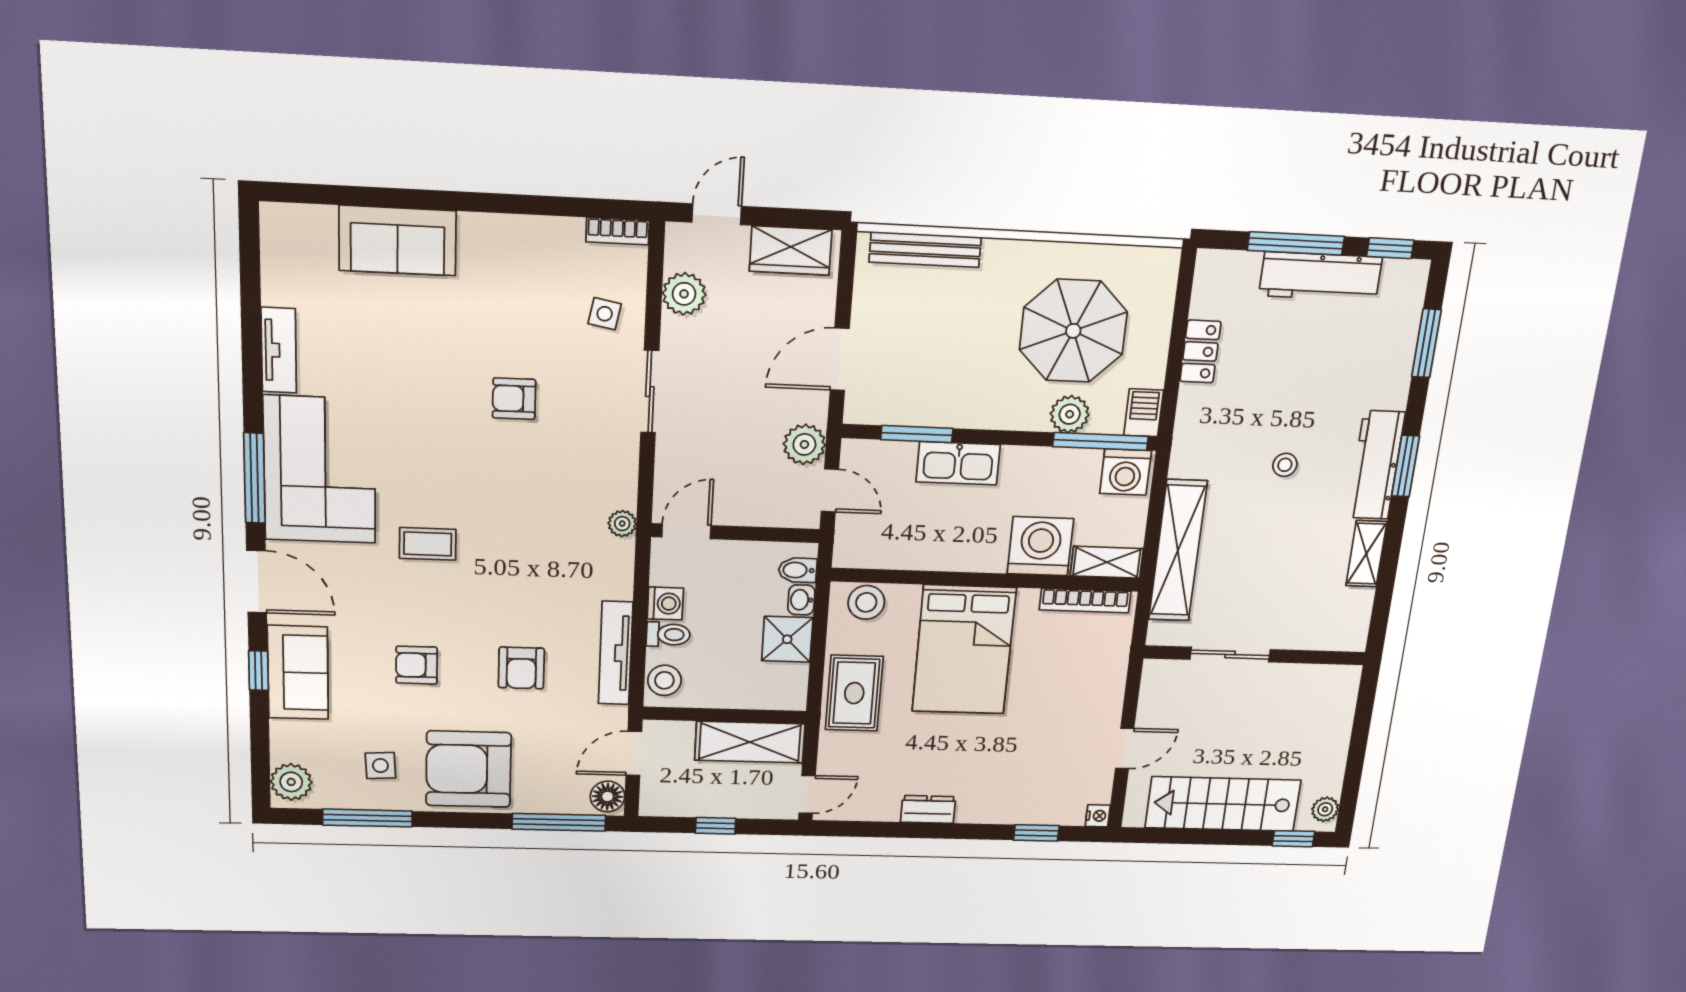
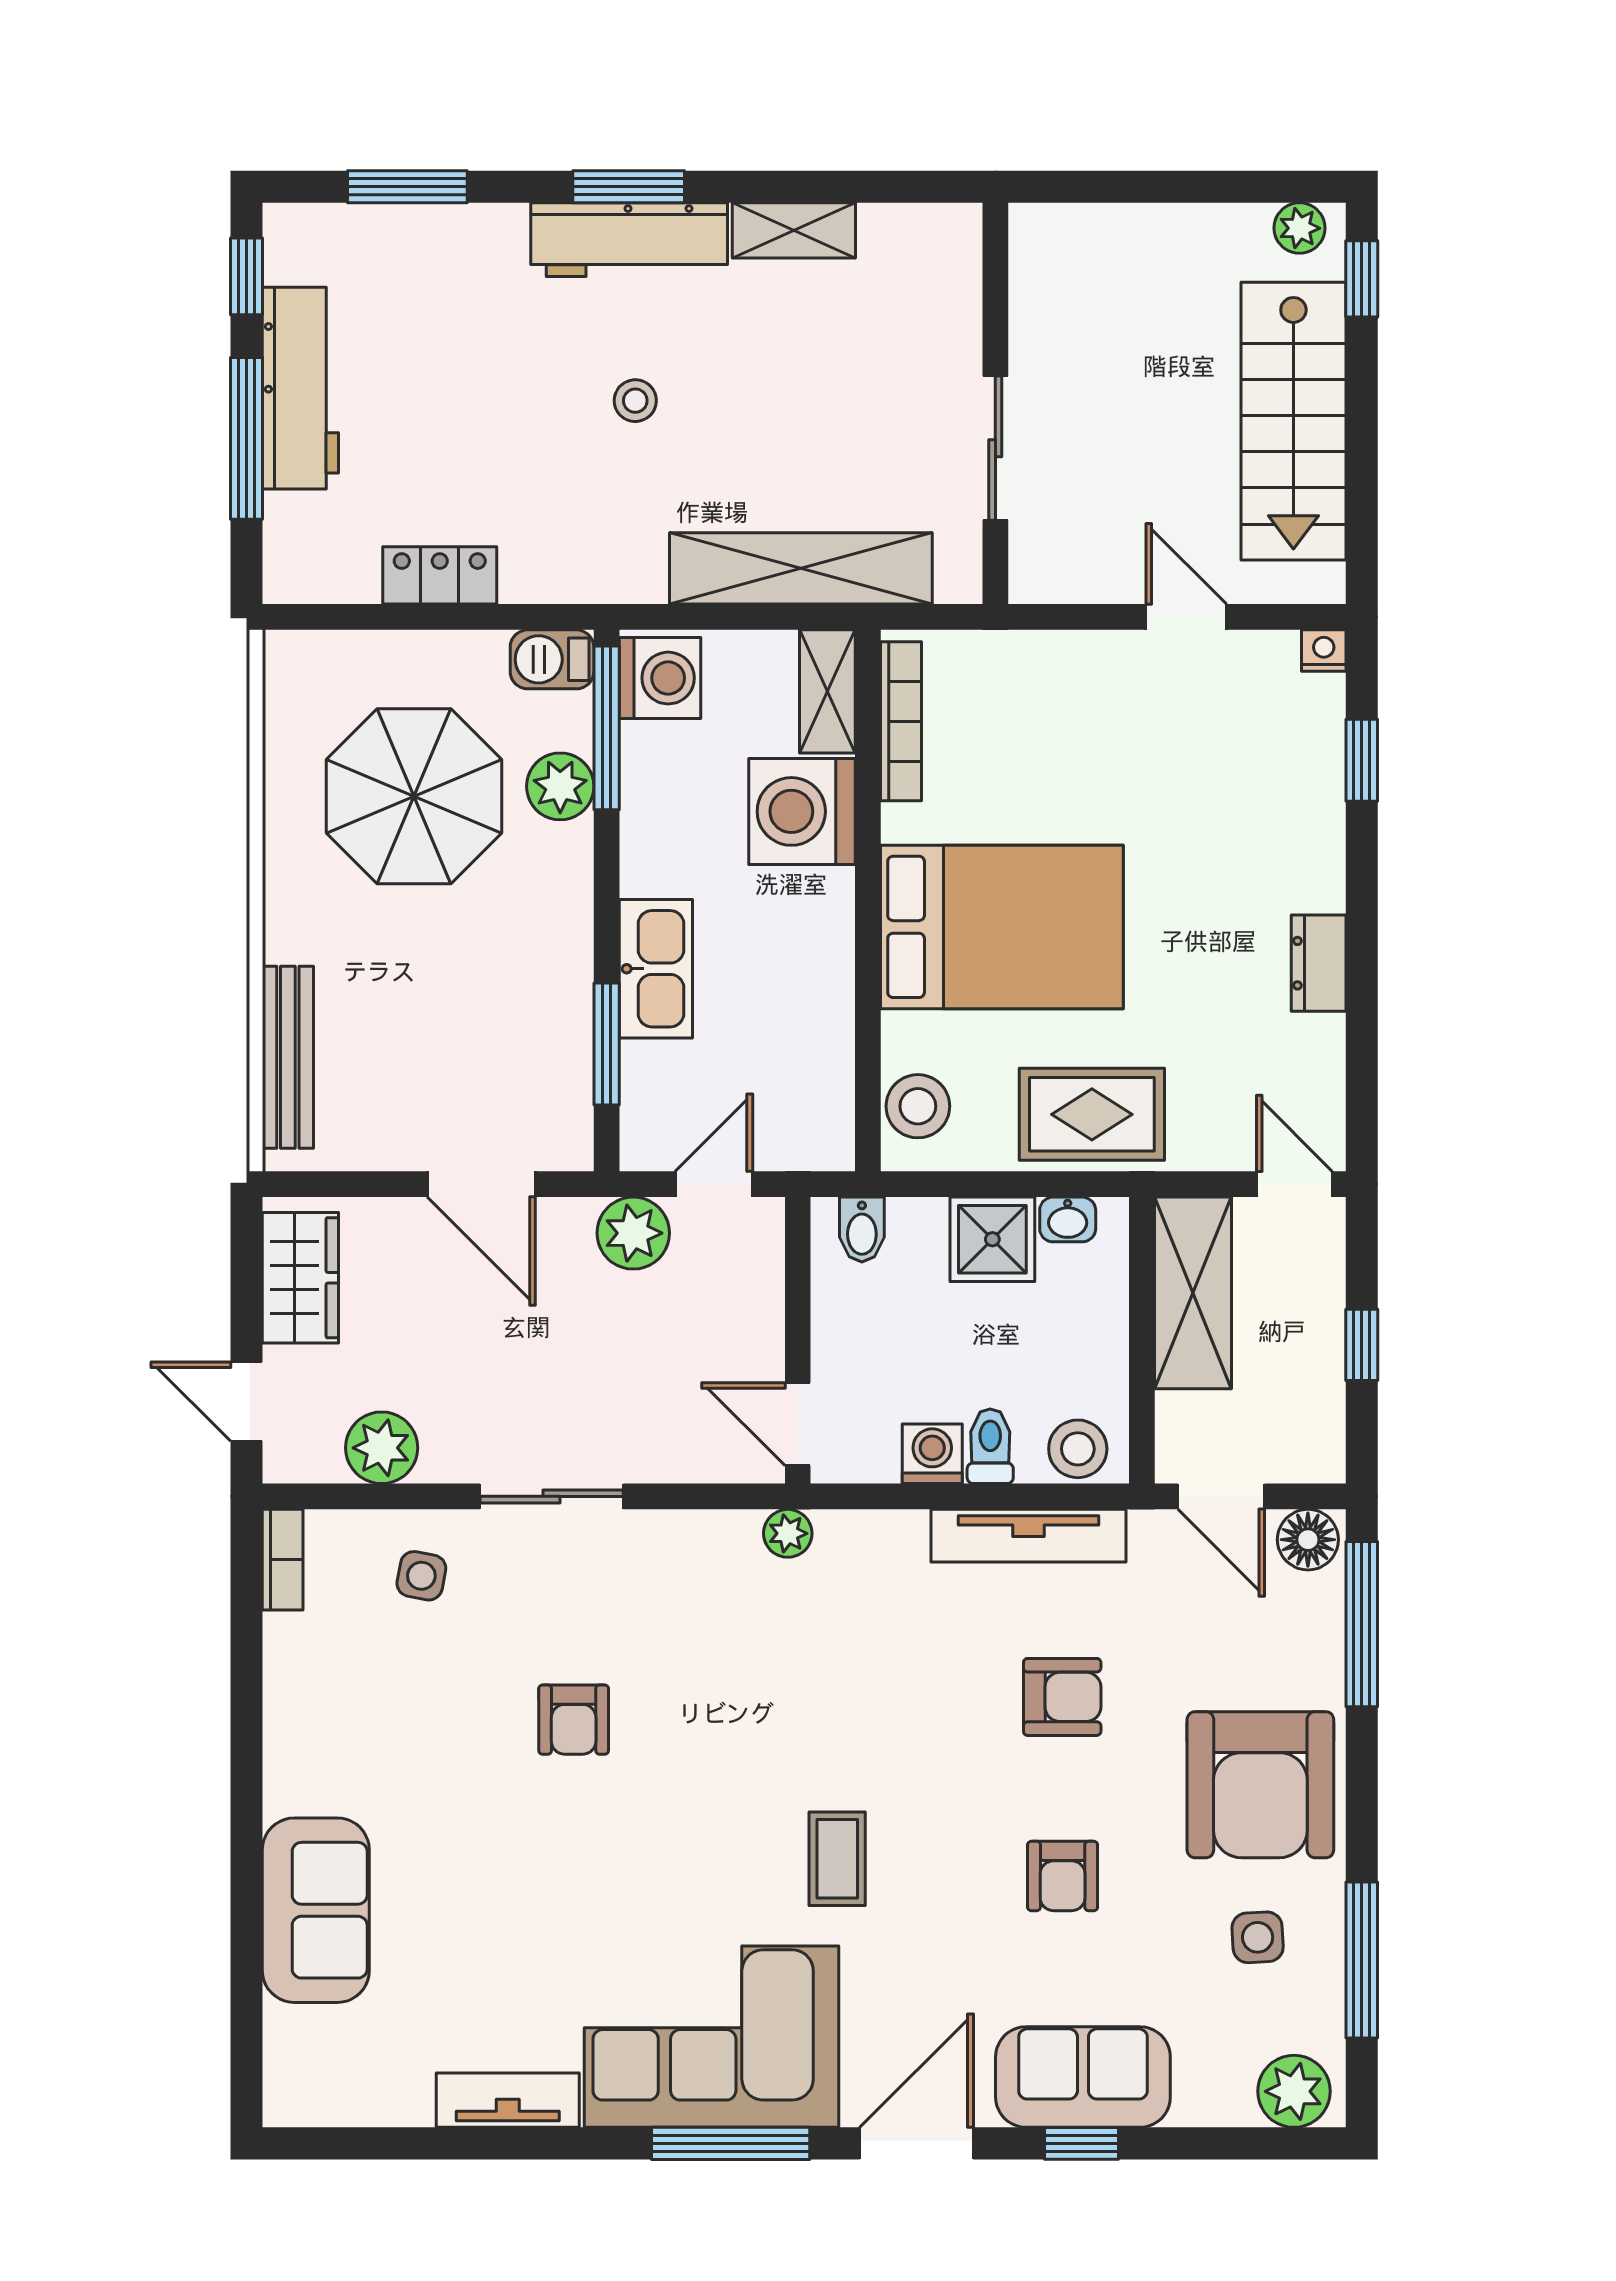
washbasin: (801, 600) -> (1068, 1219), moved

